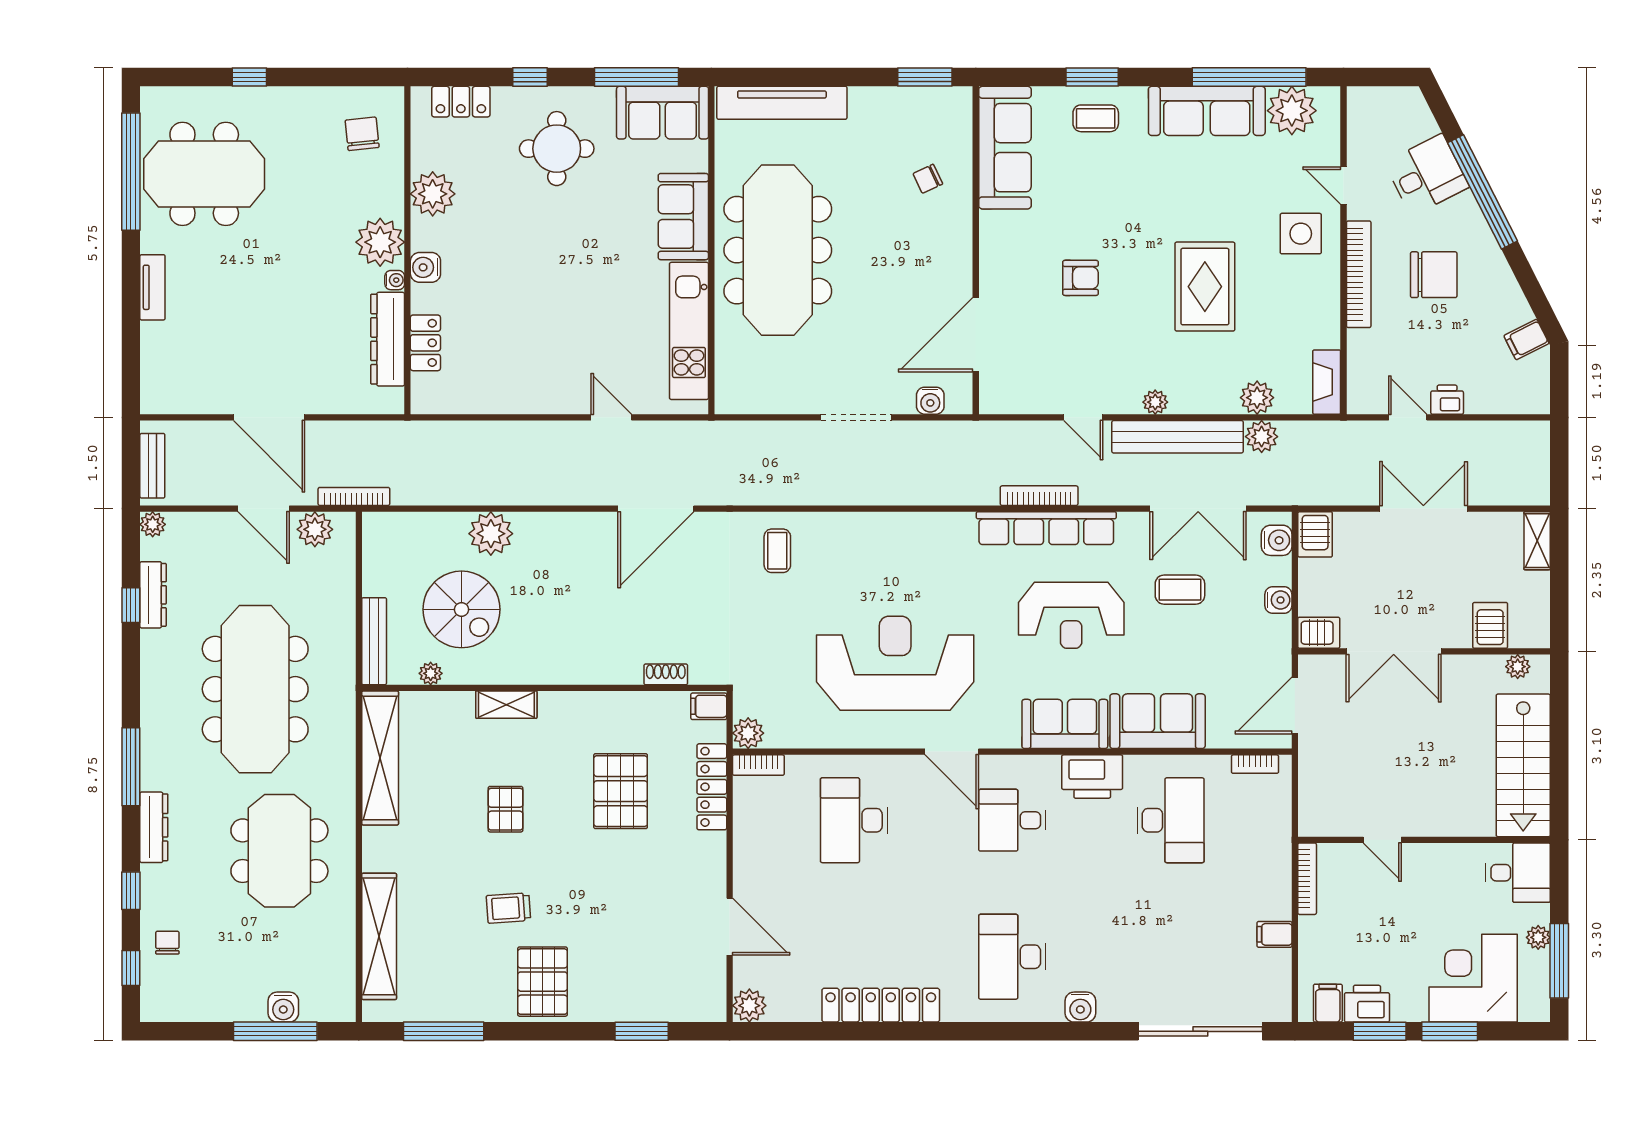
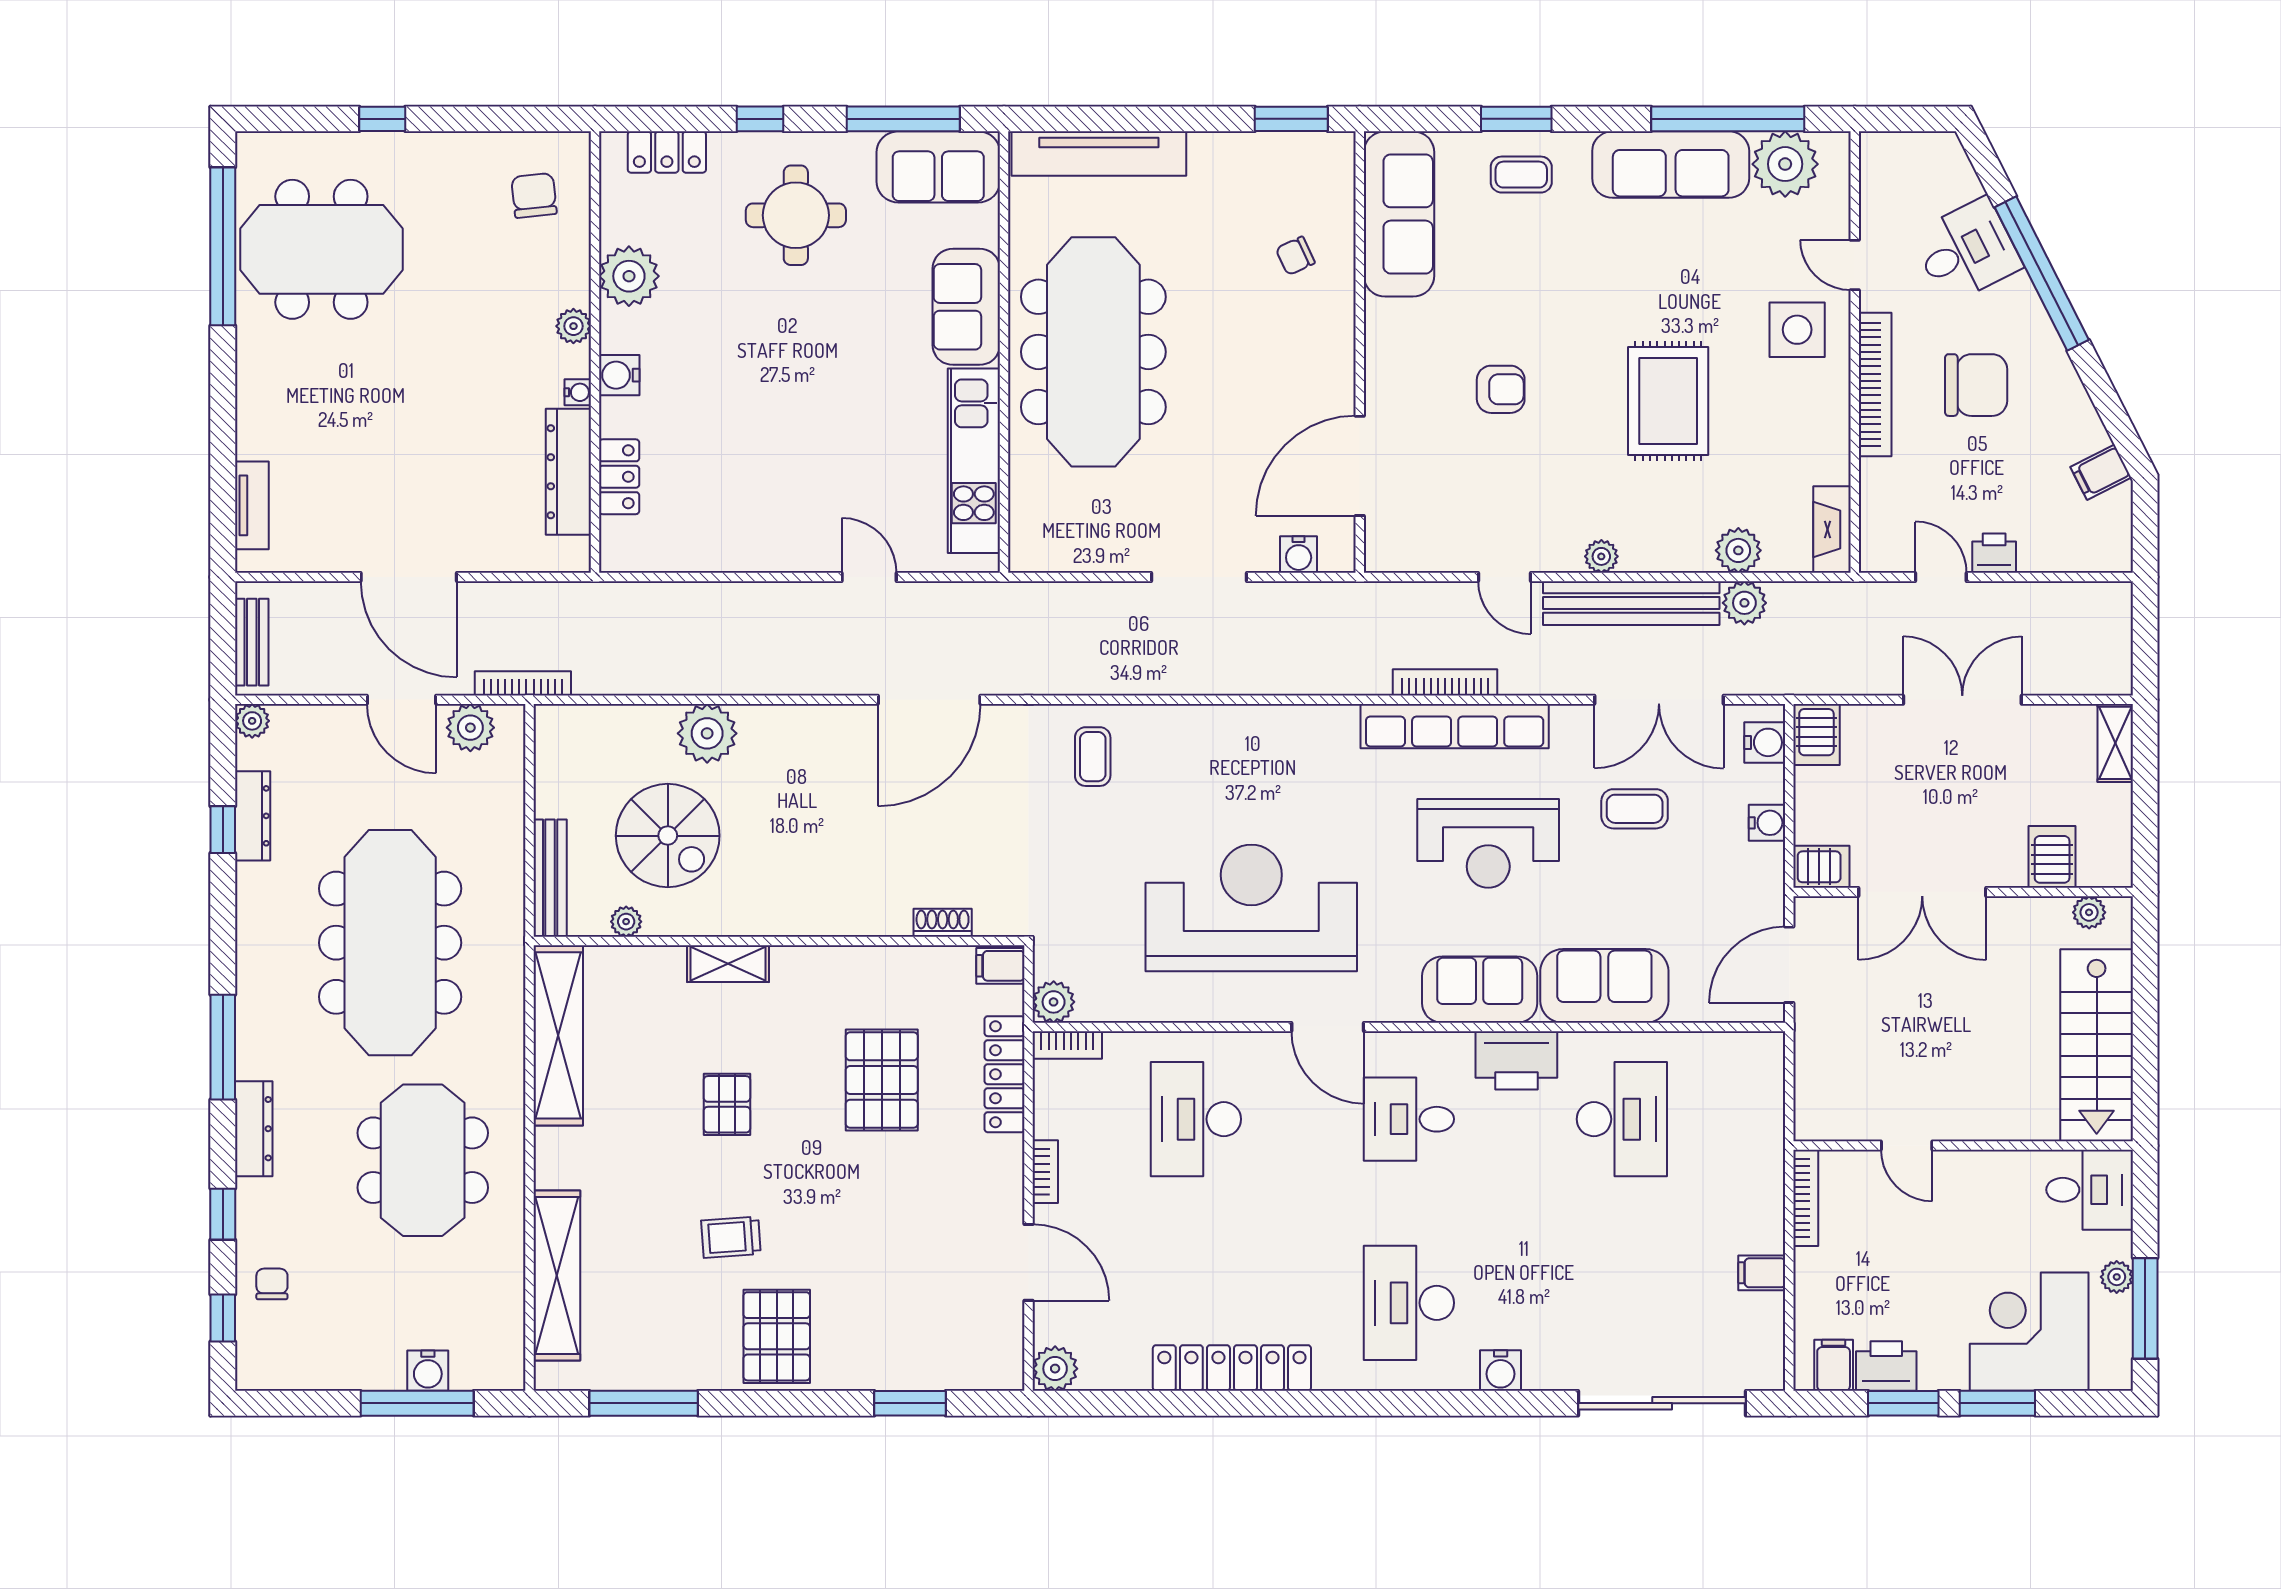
plant: (380, 242) -> (573, 326), width x0.53, depth x0.53
tv unit: (152, 287) -> (252, 505), moved
bookcase: (1255, 764) -> (1045, 1172), moved, turned -90

